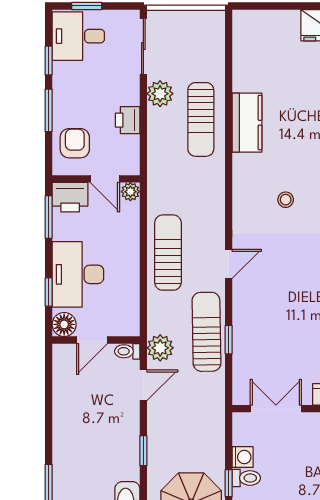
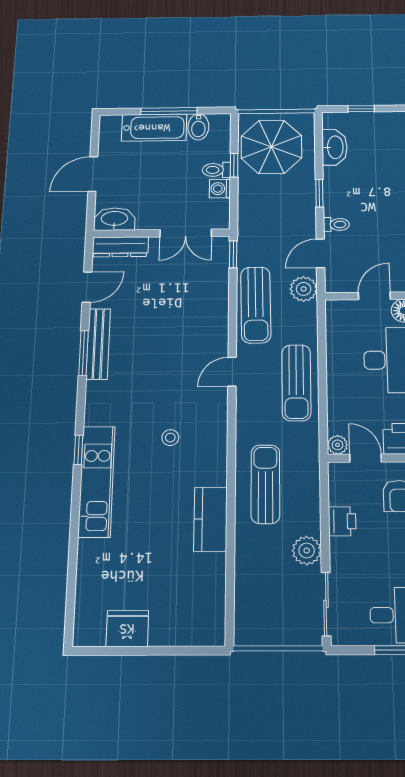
sun lounger: (201, 119) -> (265, 484), moved
window: (229, 340) -> (233, 254), moved
toilet: (127, 351) -> (336, 224), moved

